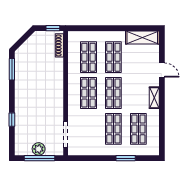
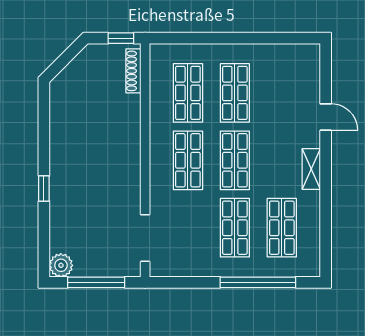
shelving: (142, 38) -> (289, 56), removed
window: (12, 69) -> (44, 115), removed
window: (12, 120) -> (44, 188), moved
plant: (39, 149) -> (61, 265), moved
window: (126, 158) -> (258, 282), width x2.11

